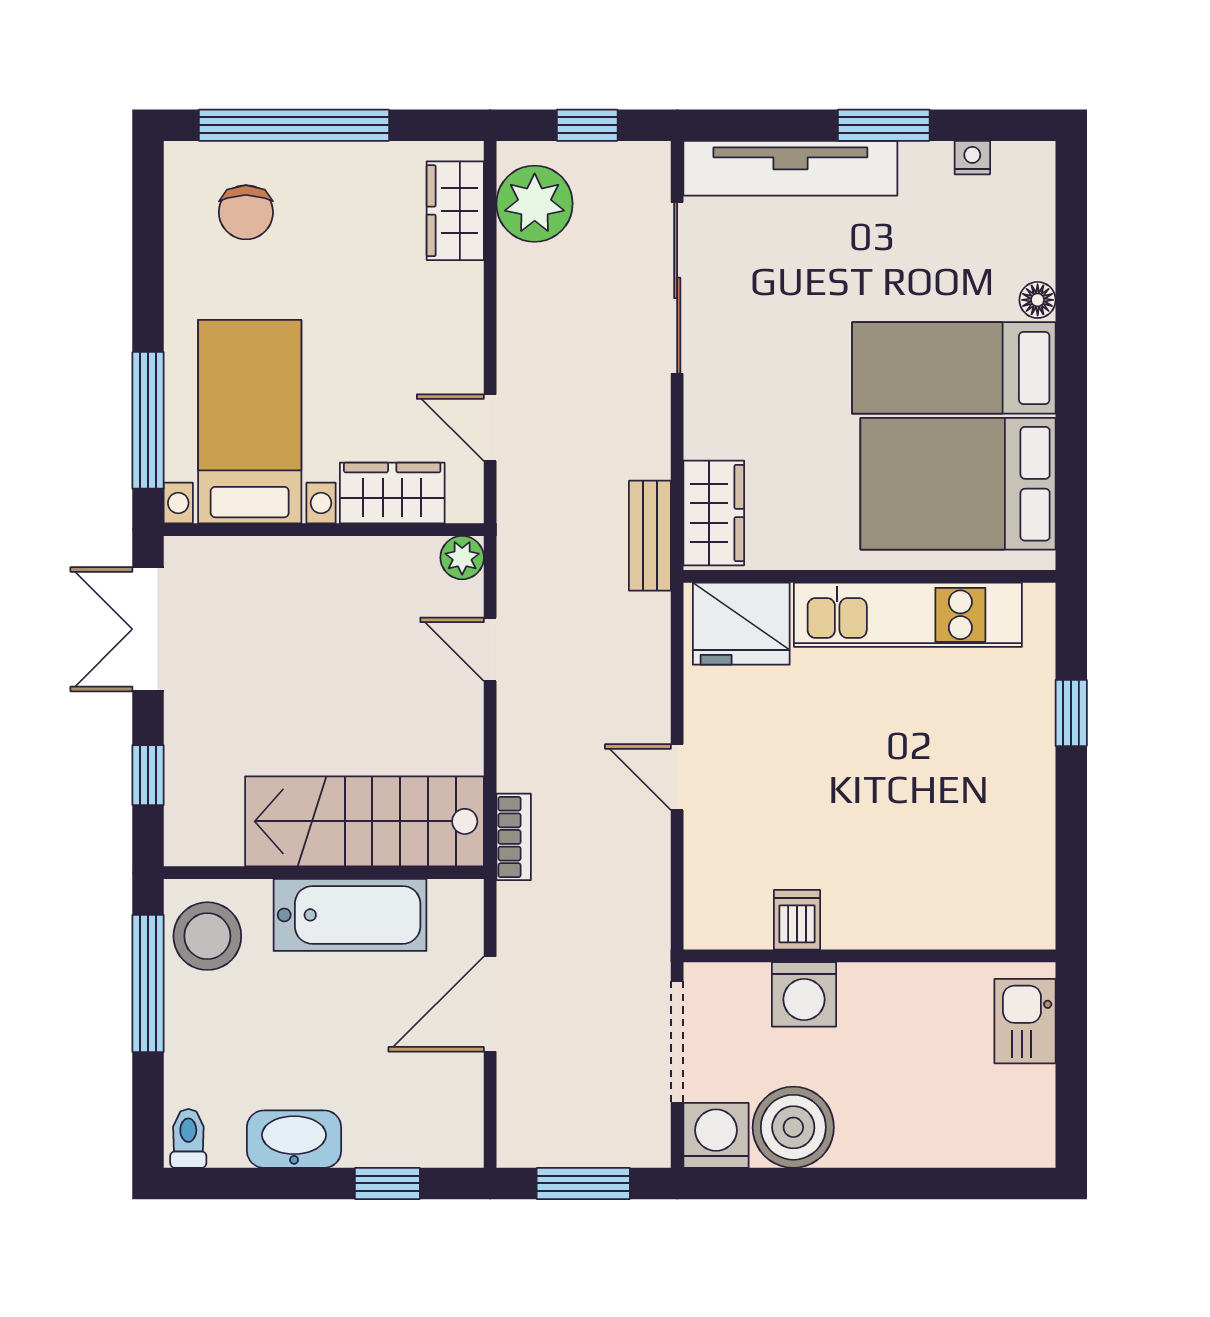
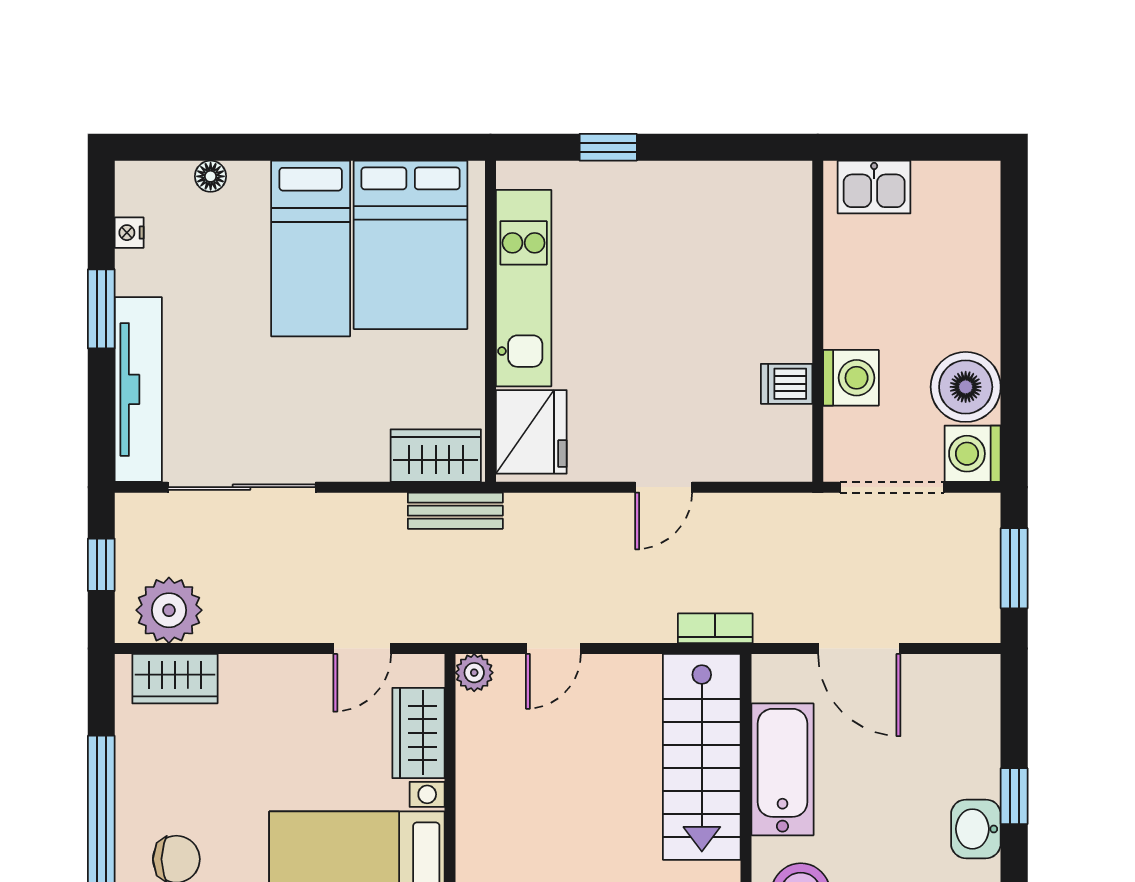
floor lamp: (1038, 300) -> (211, 176), moved
washbasin: (294, 1139) -> (976, 829), width x0.72
window: (387, 1183) -> (1014, 796), moved

